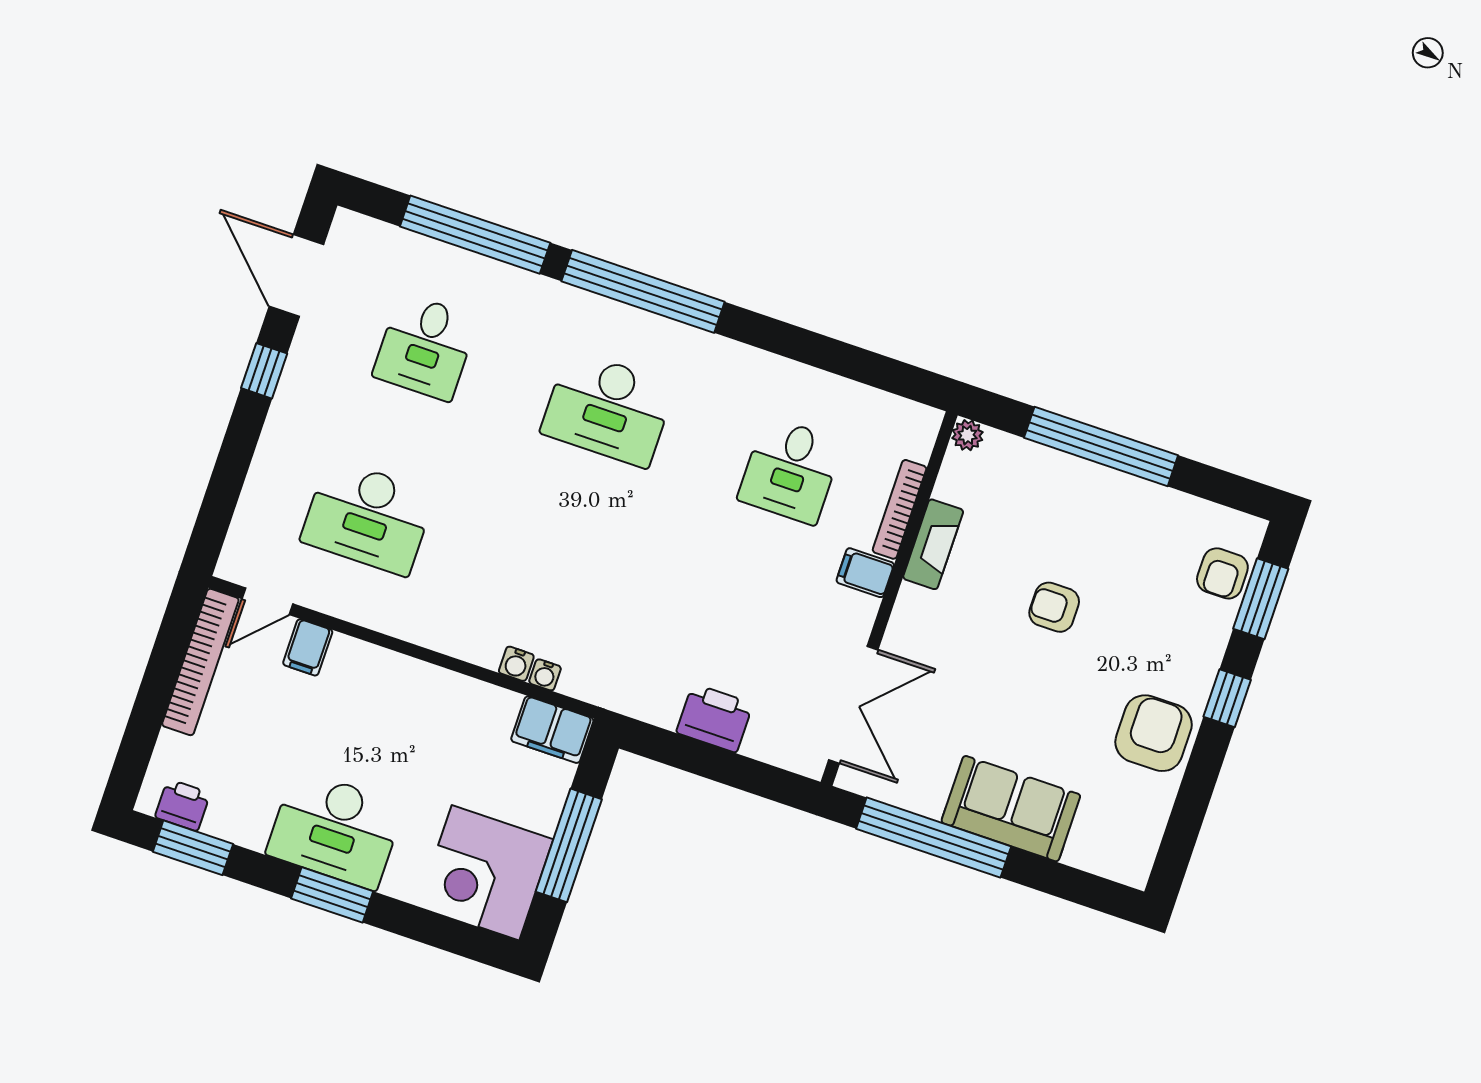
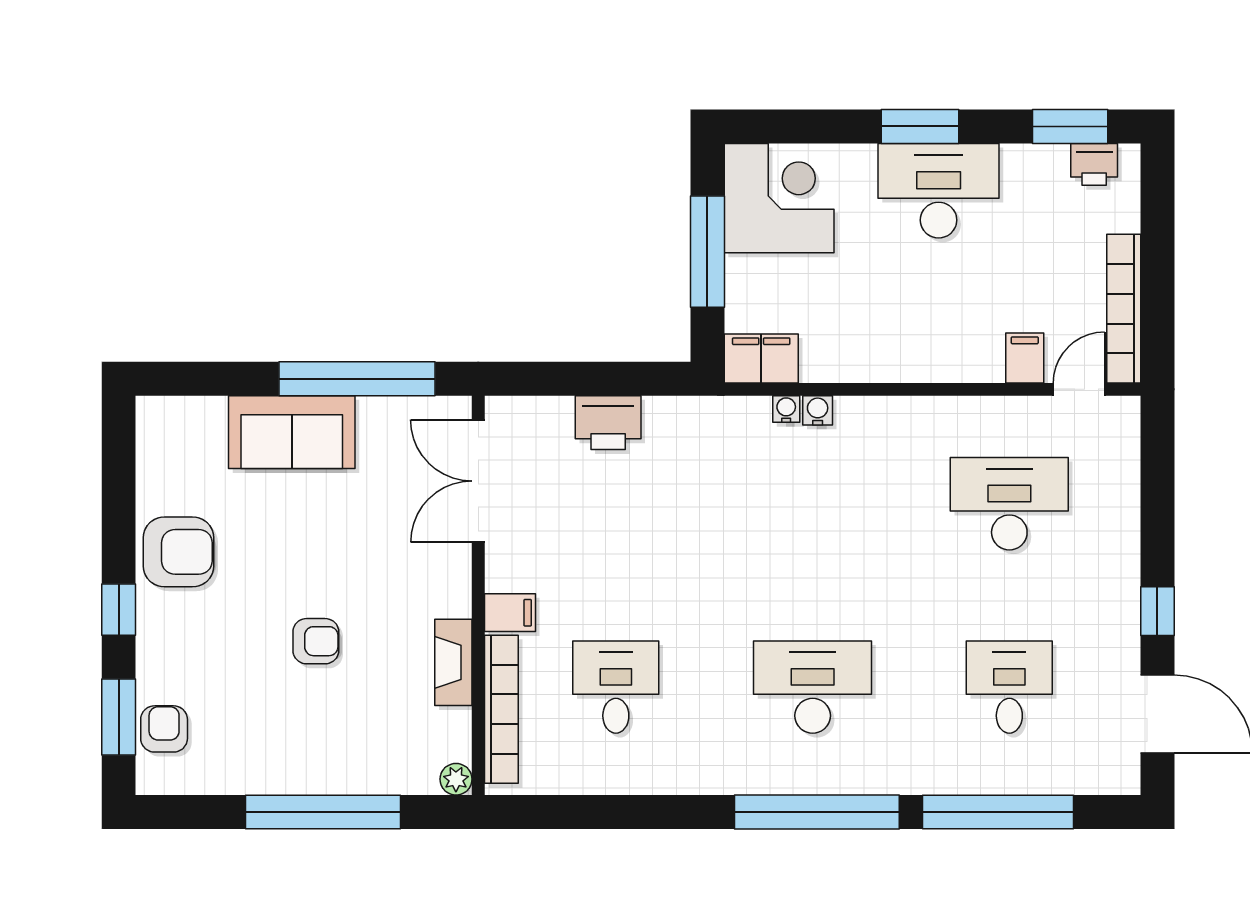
bookcase: (900, 509) -> (501, 709), width x1.48, depth x1.31
armchair: (1154, 733) -> (178, 552), turned -90

